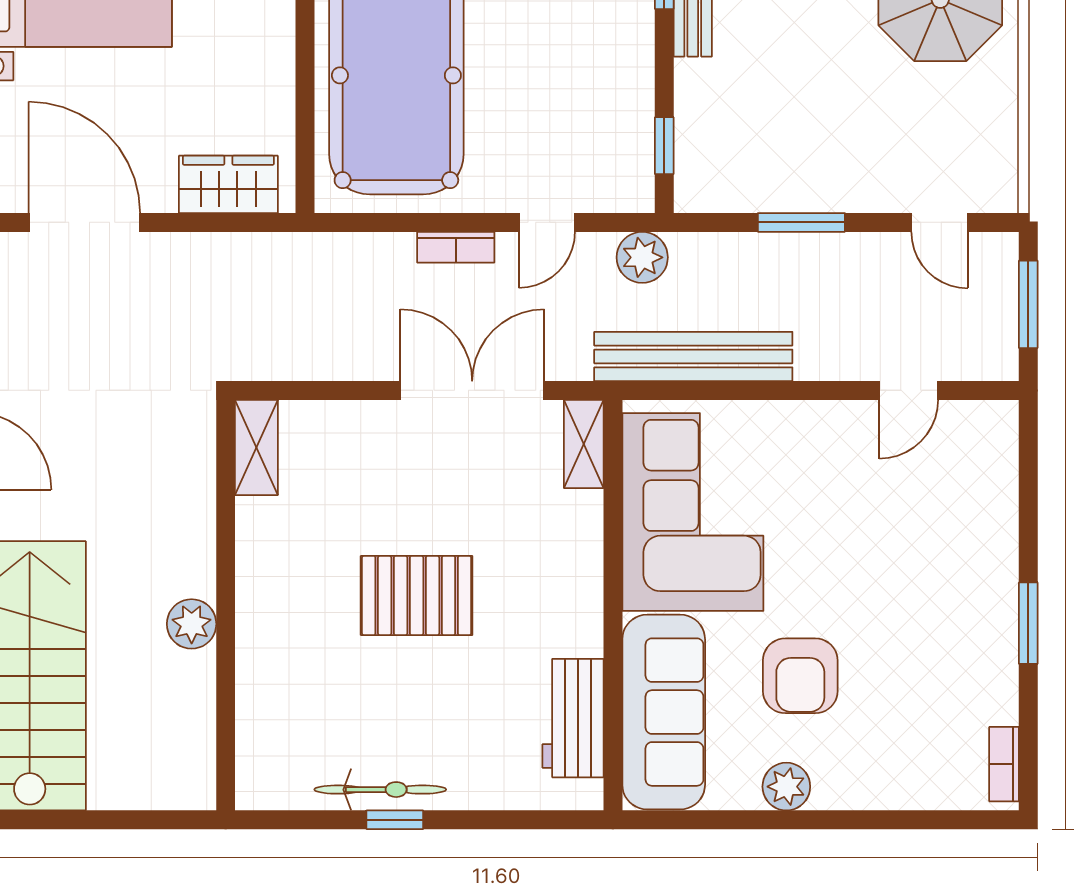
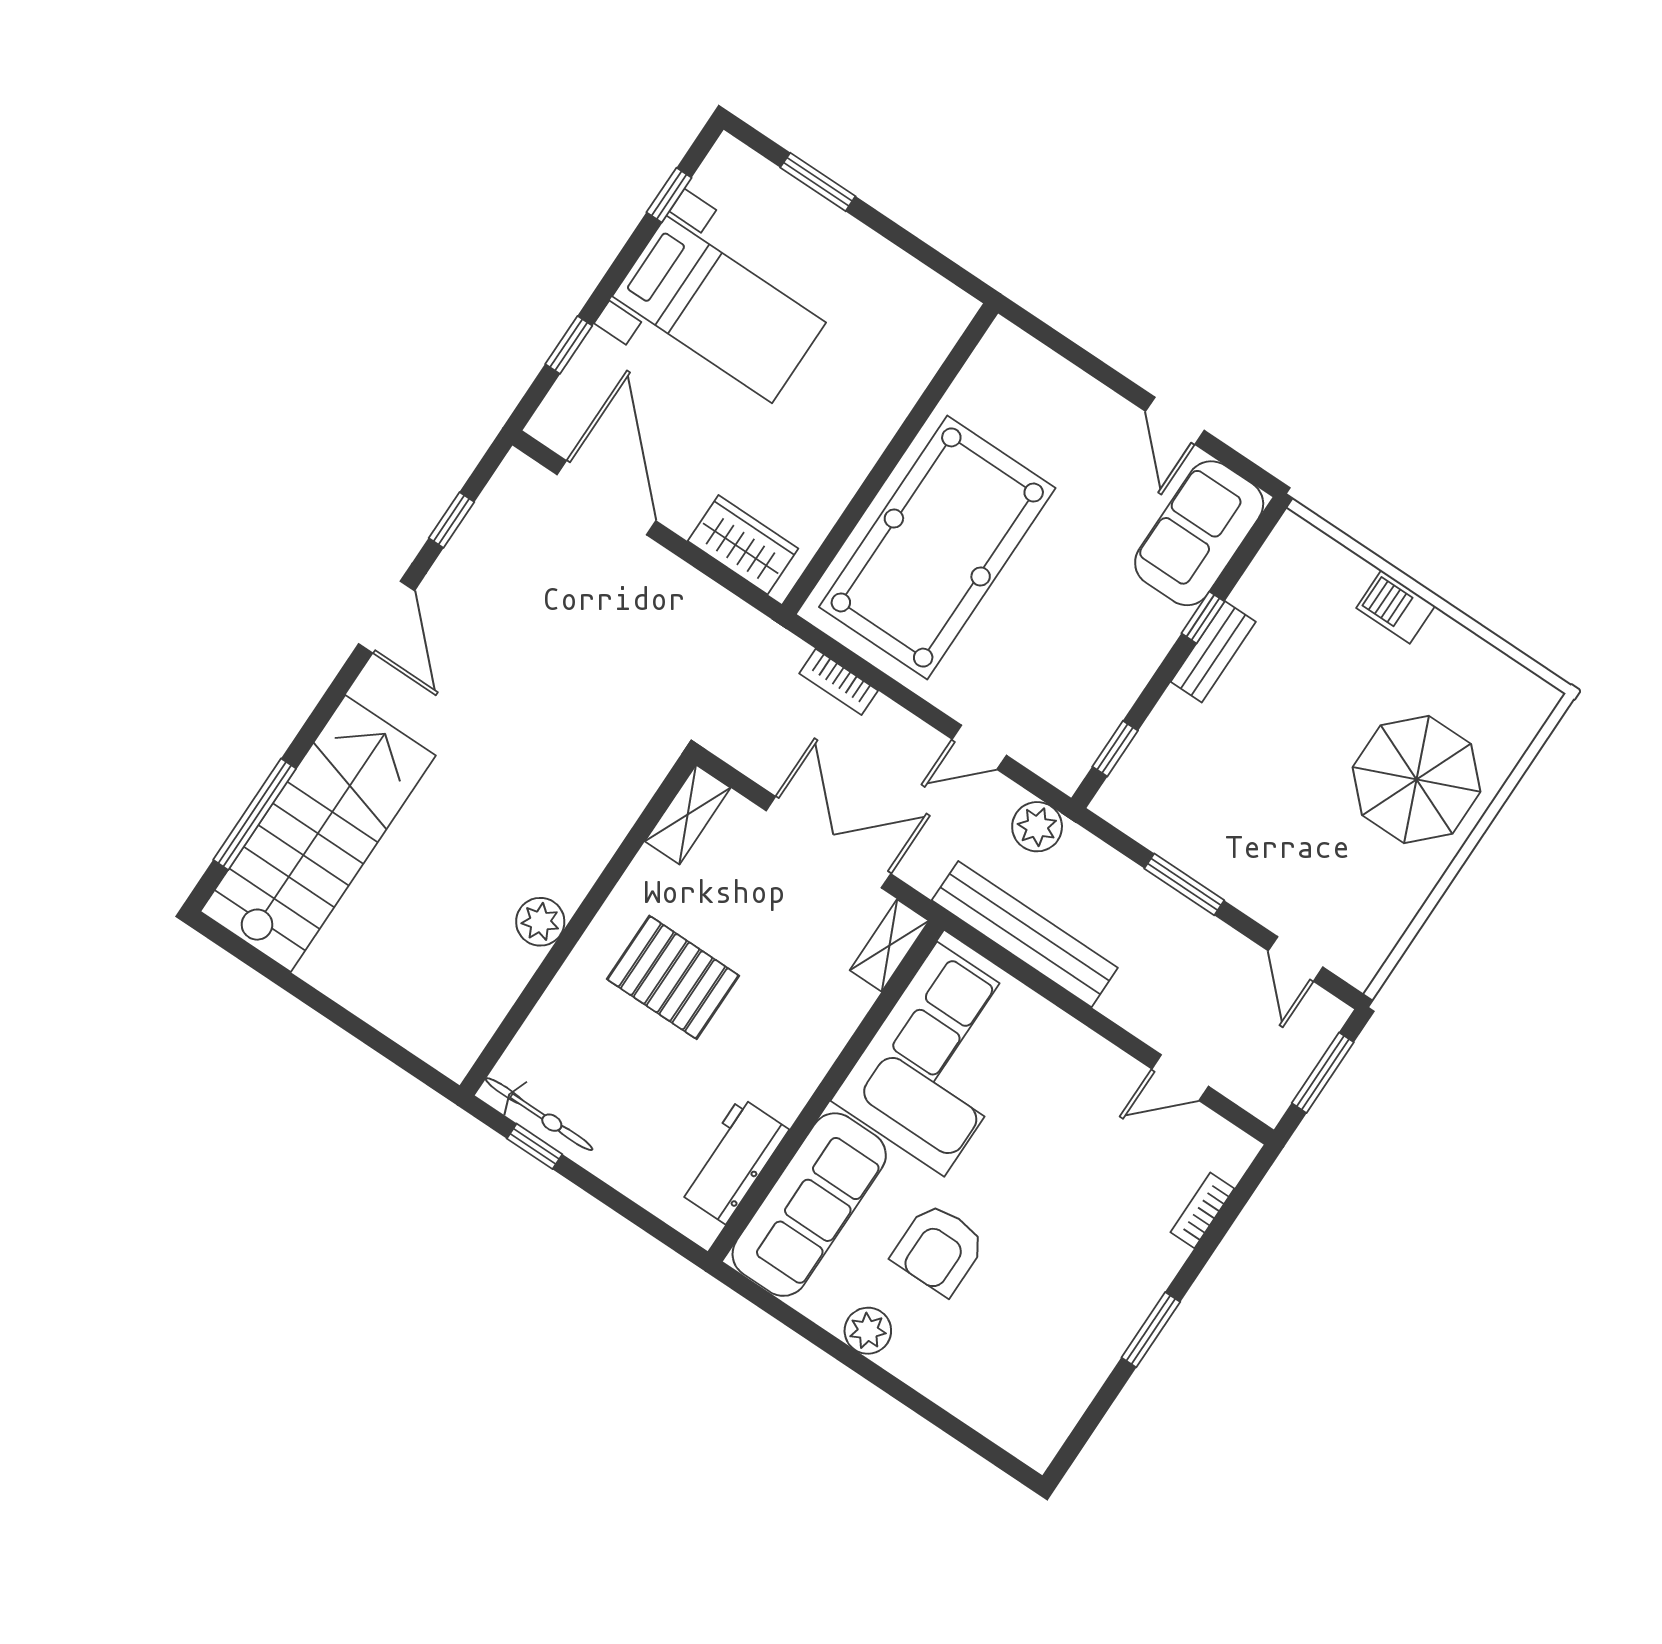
bookcase: (456, 247) -> (839, 682), moved
shelving: (256, 447) -> (688, 815), moved
wall: (226, 605) -> (578, 925), moved
plant: (192, 624) -> (540, 922), moved
bookcase: (1004, 764) -> (1202, 1210), moved

